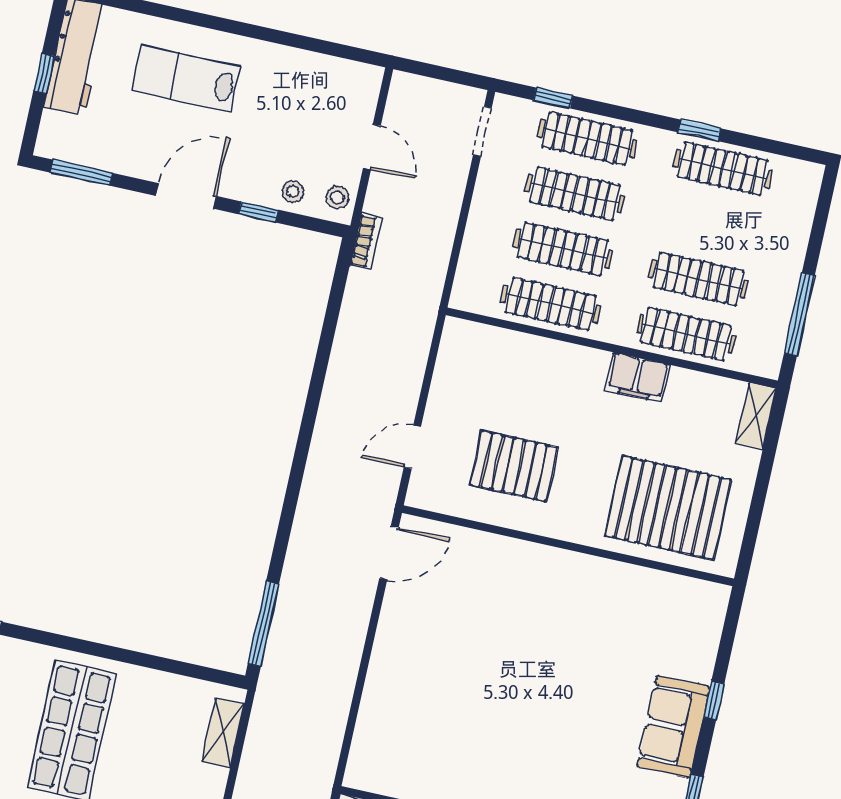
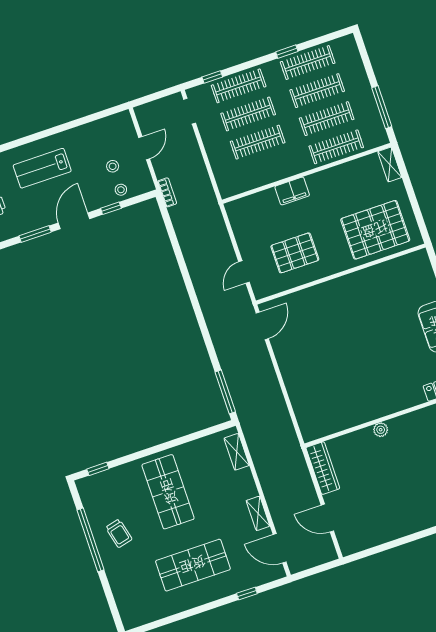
door: (372, 147) -> (144, 148), hinge flipped
window: (81, 173) -> (35, 234), moved
stool: (337, 198) -> (113, 166), moved
clothes rail: (550, 304) -> (317, 91), moved
filing cabinet: (637, 377) -> (292, 191), moved

